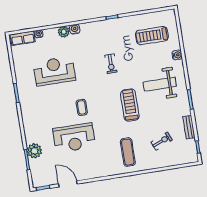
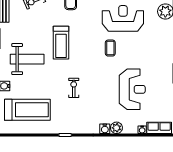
treadmill: (152, 36) -> (27, 110), width x1.37, depth x1.38
reception desk: (54, 71) -> (132, 89), turned -90

